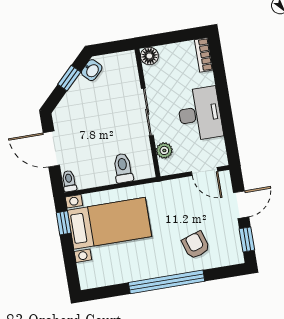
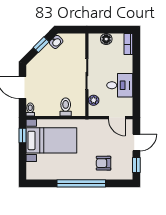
floor lamp: (149, 56) -> (106, 39), moved
desk: (200, 114) -> (120, 85), width x0.73
armchair: (196, 245) -> (104, 163), turned -72

